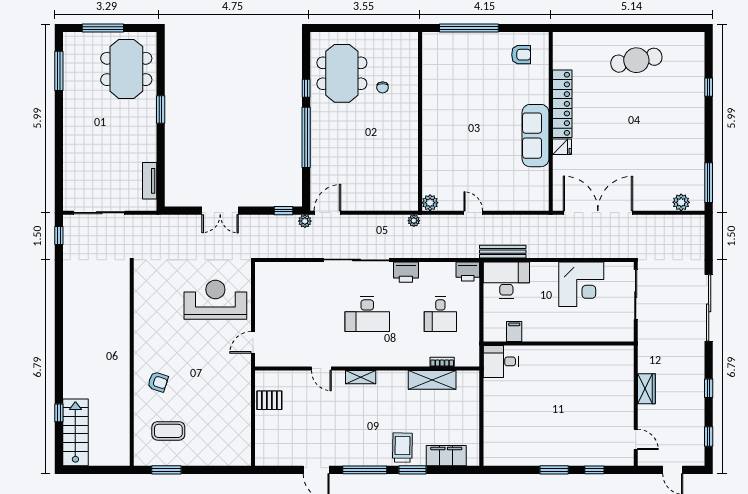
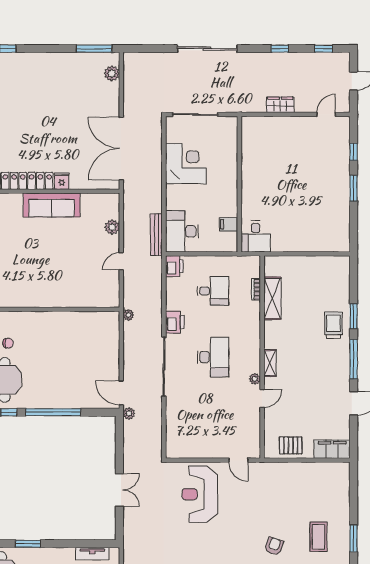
plant: (430, 203) -> (112, 227), moved
window: (283, 211) -> (119, 433), removed
plant: (343, 361) -> (255, 379), added
pallet: (269, 400) -> (291, 445), turned 90
trolley: (402, 448) -> (333, 325), turned 89
filing cabinet: (446, 456) -> (332, 449), moved, turned 90

